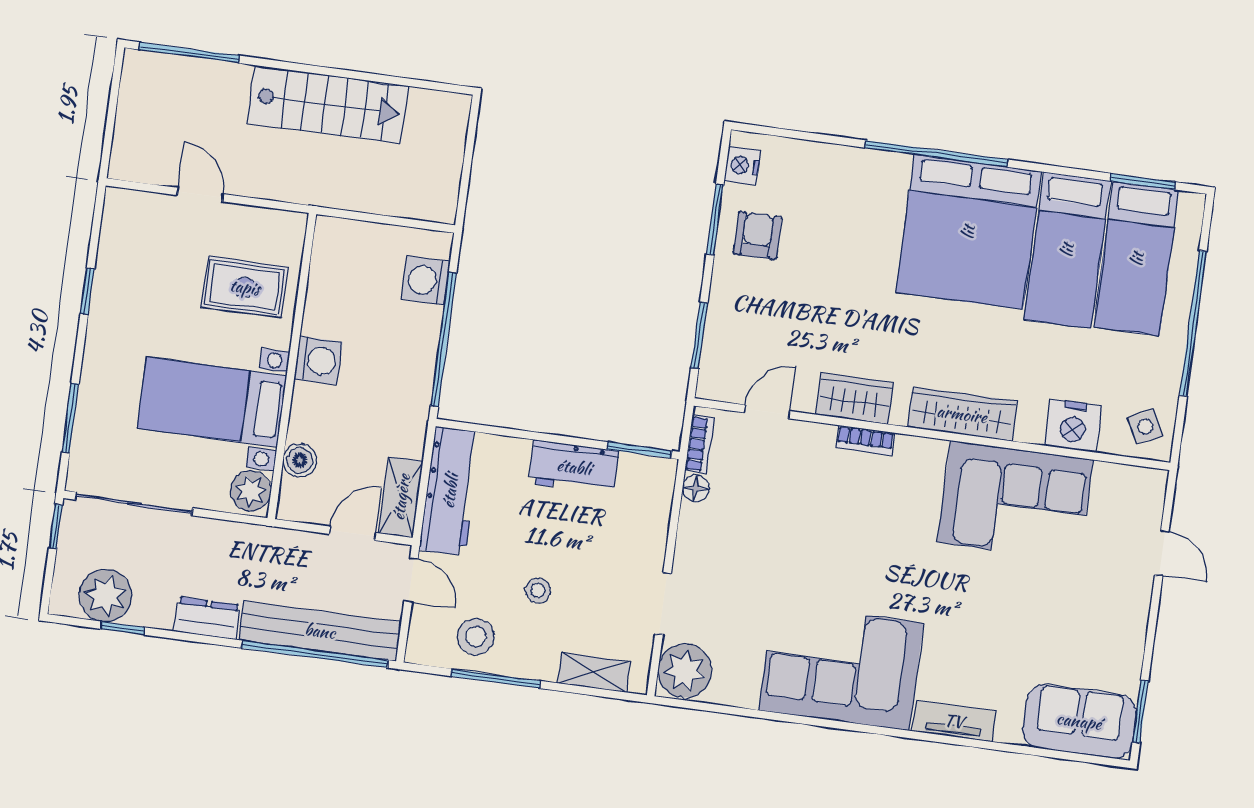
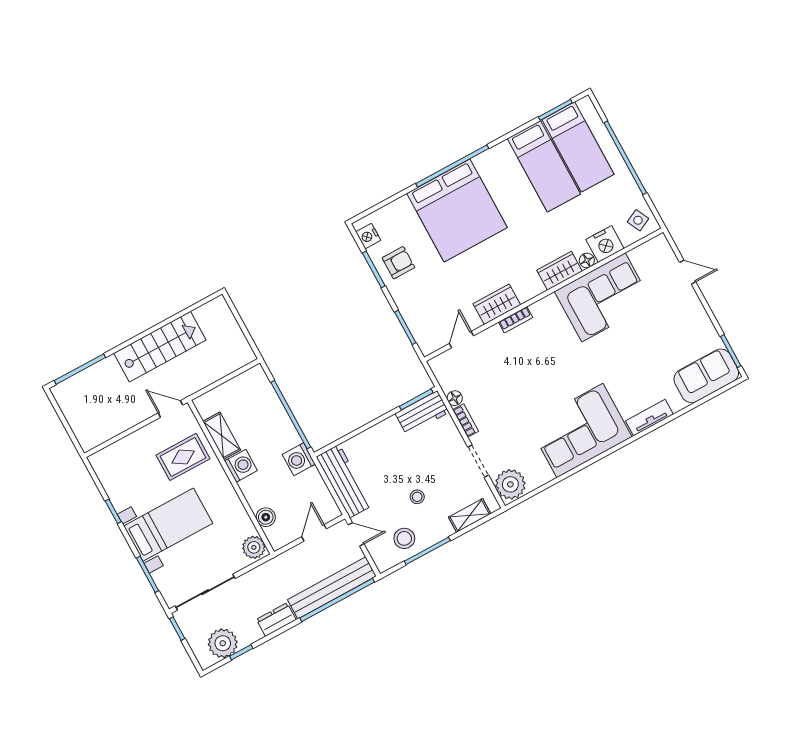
door: (200, 195) -> (170, 409), moved
bed: (968, 232) -> (457, 210), moved
armchair: (758, 235) -> (398, 263), turned 90
washing machine: (426, 280) -> (299, 459), moved
bed with nightstands: (212, 402) -> (168, 525), moved, turned 180
wardrobe: (962, 414) -> (560, 271), width x0.67
floor lamp: (1030, 430) -> (587, 260), added
bookcase: (700, 444) -> (466, 421), moved
workbench: (574, 467) -> (422, 413), moved
shelving: (401, 497) -> (222, 436), moved

